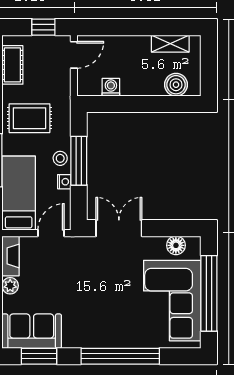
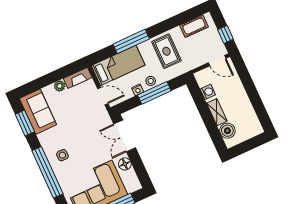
shelving: (170, 44) -> (217, 112), moved
double door: (119, 228) -> (125, 136), swing flipped
floor lamp: (176, 245) -> (125, 164), moved
side table: (106, 325) -> (62, 155), added

